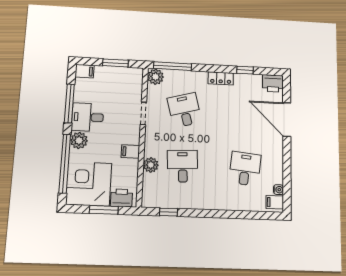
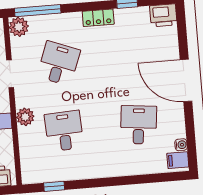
desk: (185, 110) -> (59, 63), turned 36
door: (287, 120) -> (186, 80), moved
plant: (151, 165) -> (25, 117), moved

